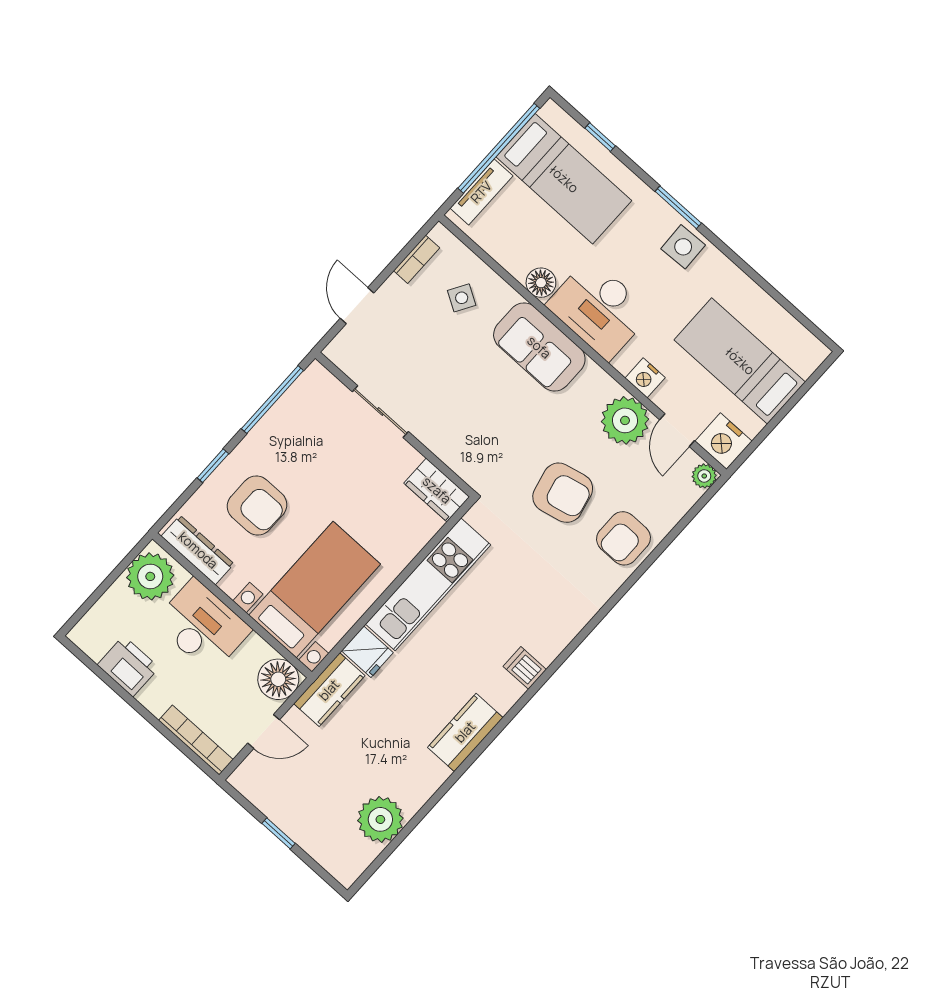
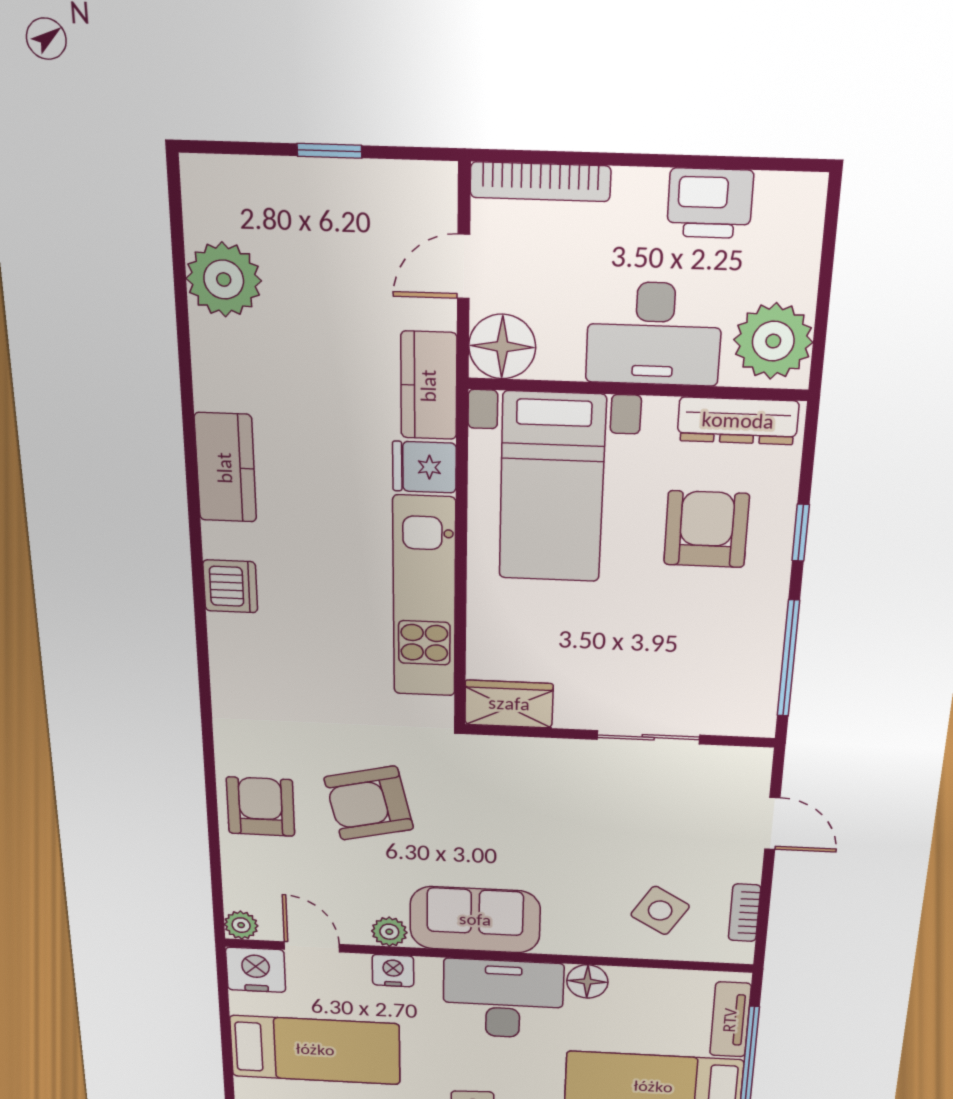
side table: (462, 298) -> (660, 910), width x1.37, depth x1.37
sofa: (539, 347) -> (475, 920), moved
plant: (625, 420) -> (389, 932), width x0.53, depth x0.53
armchair: (257, 506) -> (706, 529), turned 90
dishwasher: (525, 668) -> (230, 586), width x1.38

